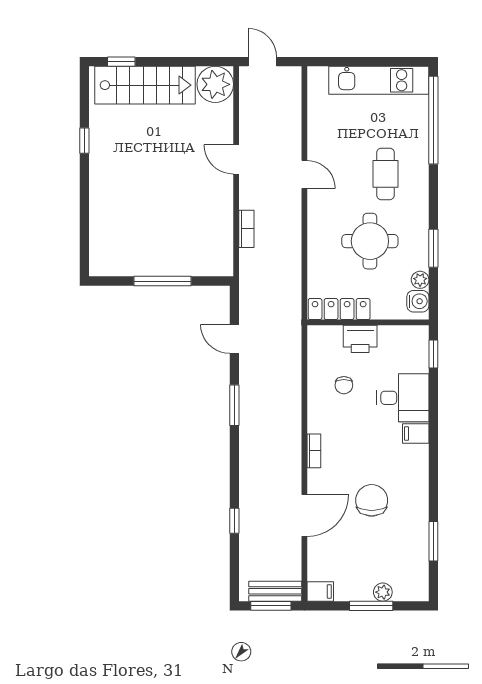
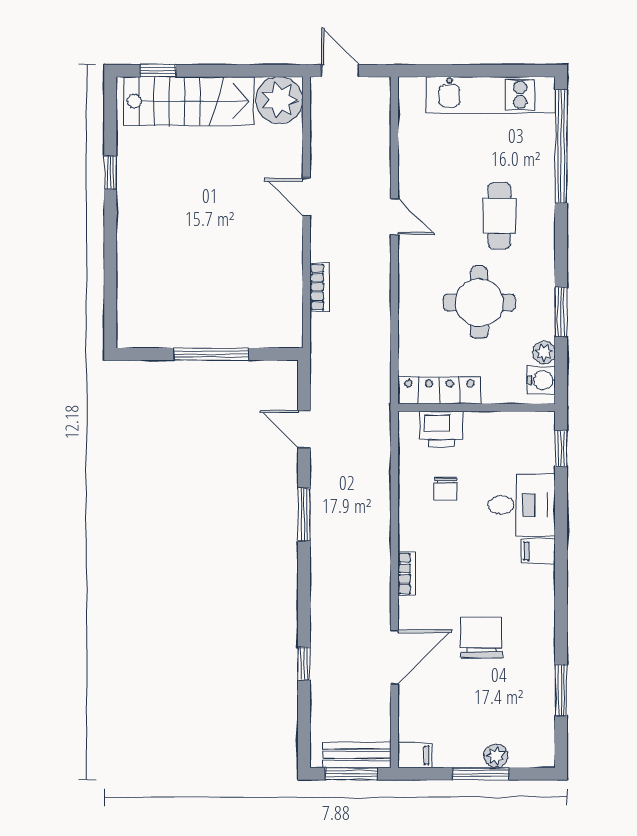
printer: (360, 339) -> (441, 429), moved

